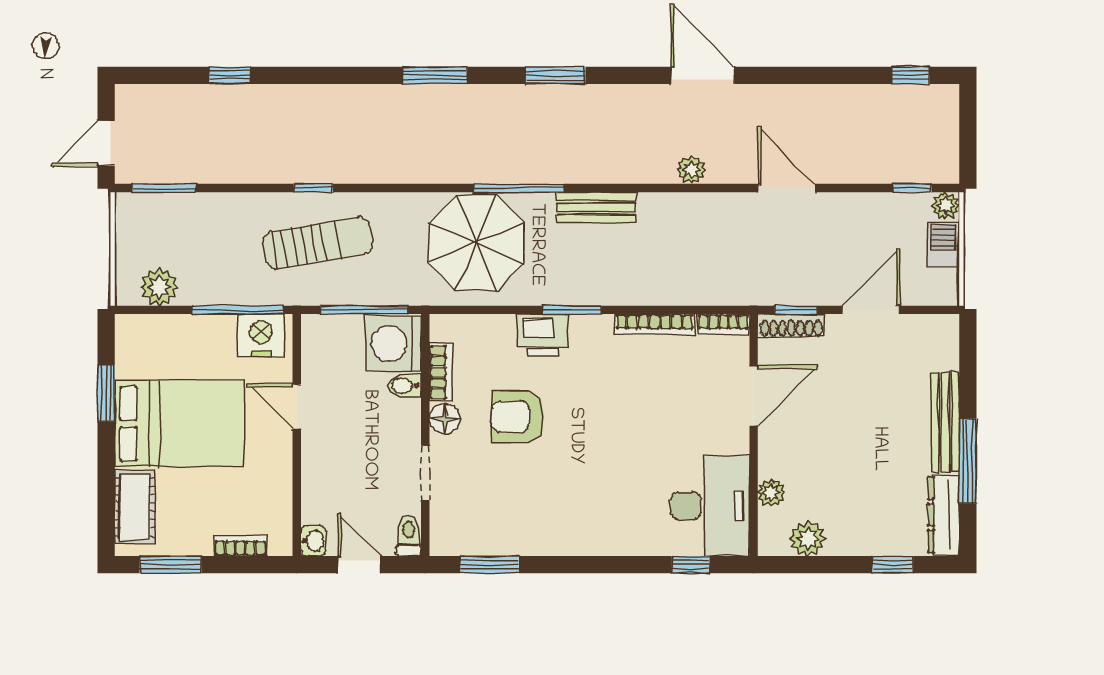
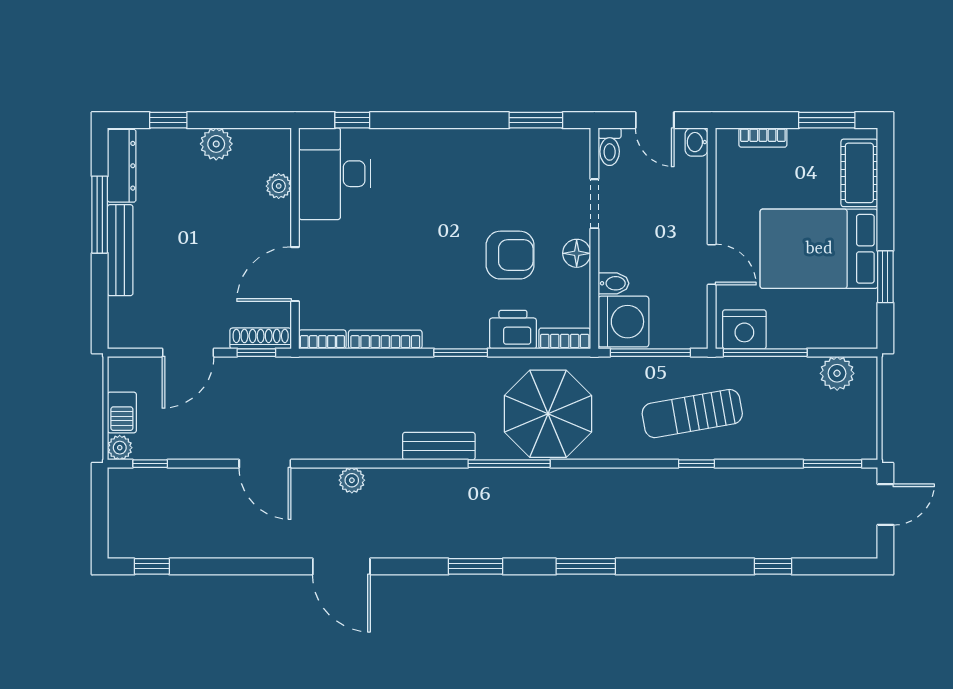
printer: (543, 335) -> (513, 330), moved
bookcase: (441, 372) -> (565, 338), moved, turned 90
plant: (808, 539) -> (216, 144), moved

